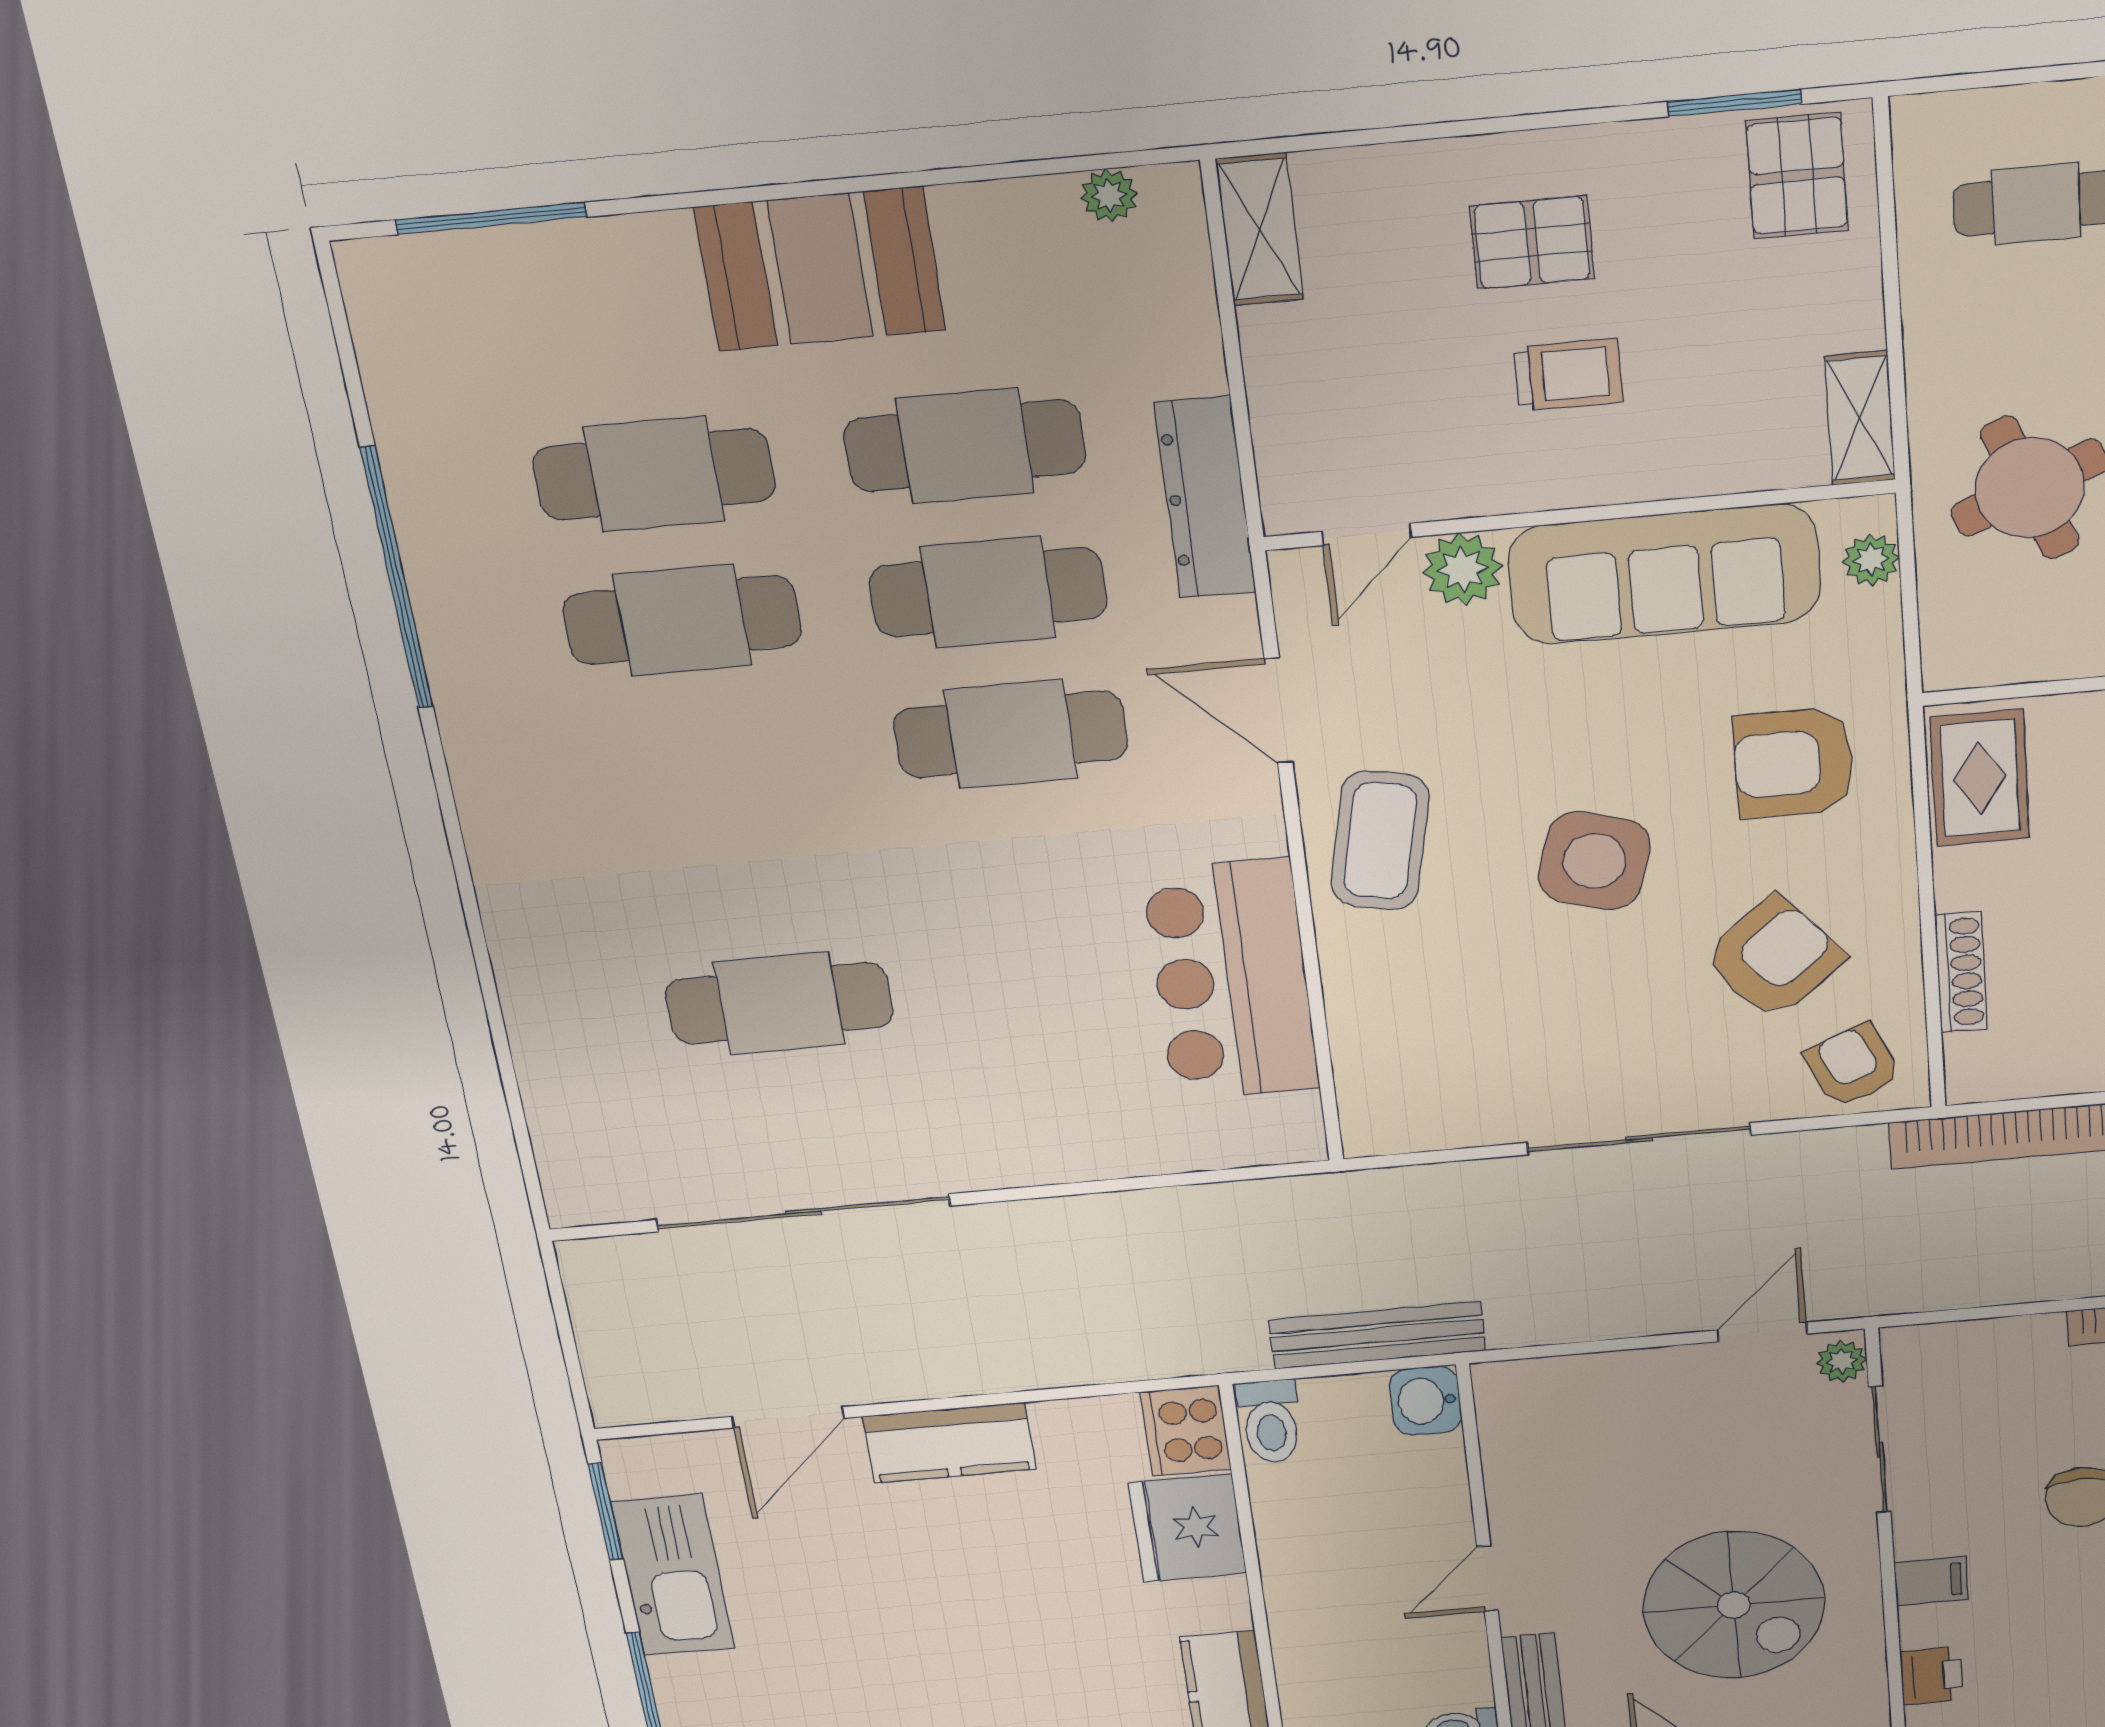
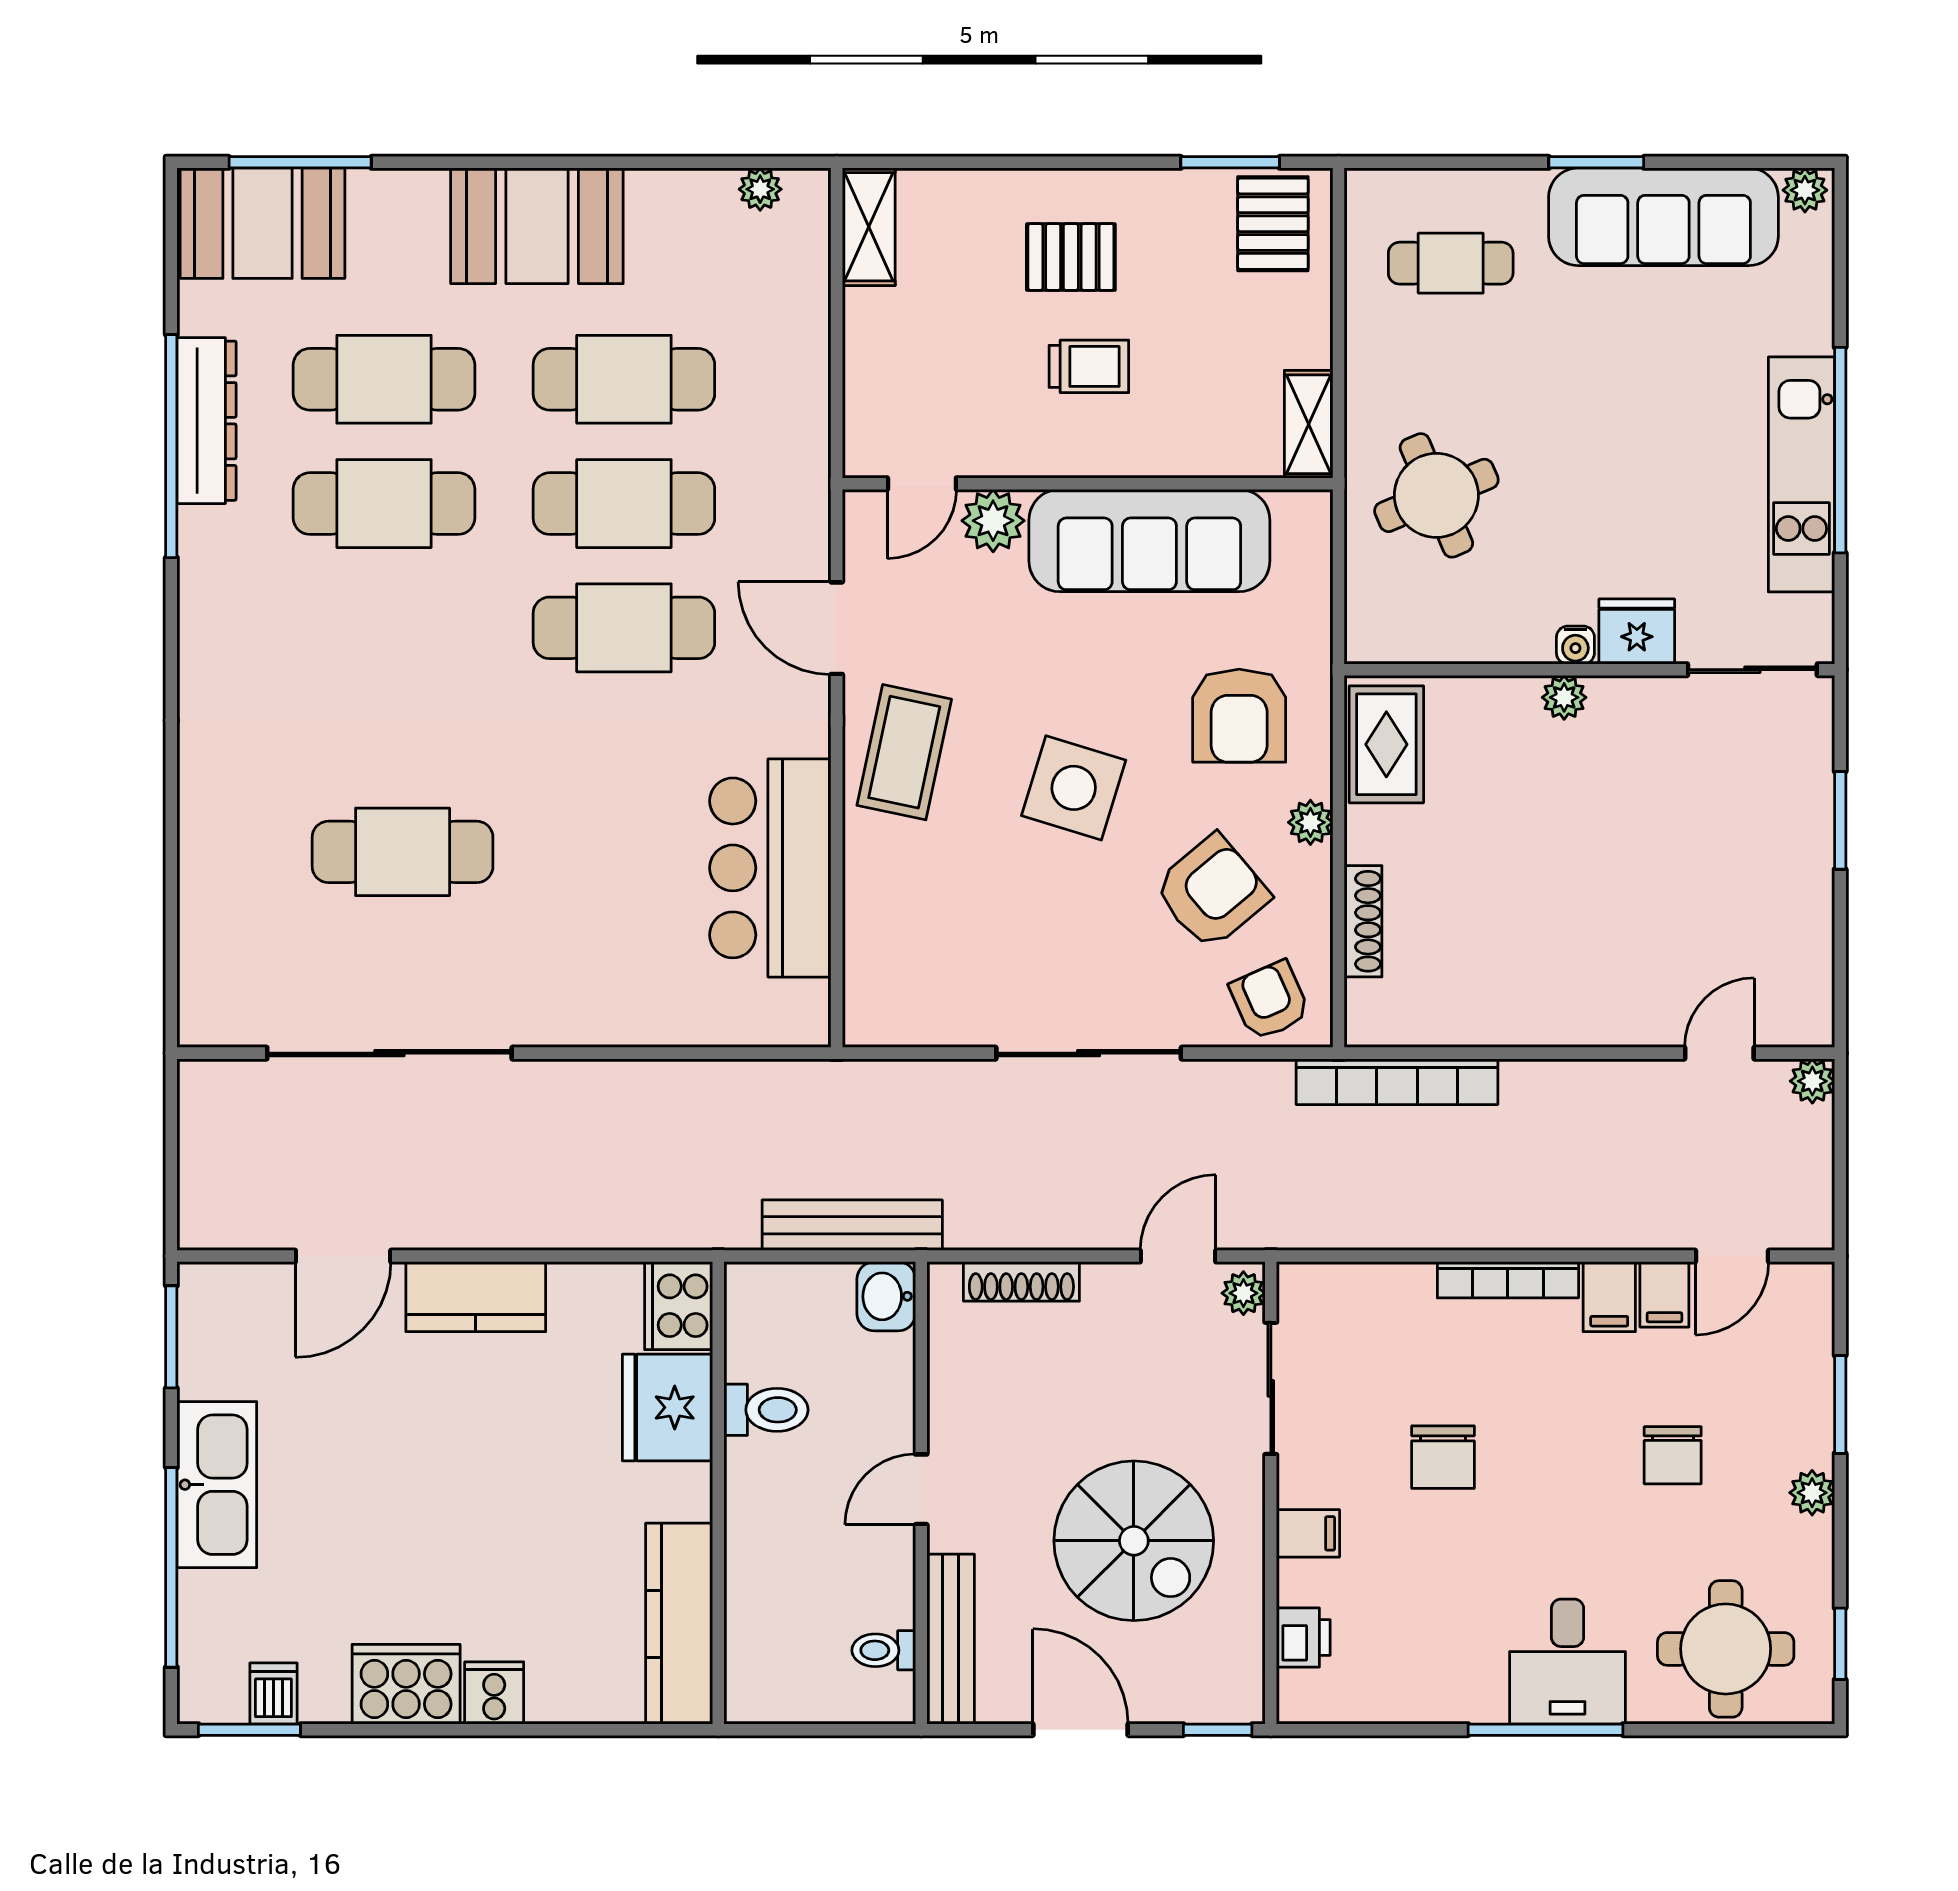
booth: (457, 299) -> (263, 223), added
dresser: (1205, 498) -> (207, 421), moved, turned 180
plant: (1871, 560) -> (1310, 822), moved
armchair: (1794, 763) -> (1239, 716), turned -90
shoe rack: (1581, 1373) -> (1021, 1281), added
toilet: (1270, 1422) -> (766, 1410), moved, turned -90
kitchen sink: (673, 1575) -> (217, 1485), moved

